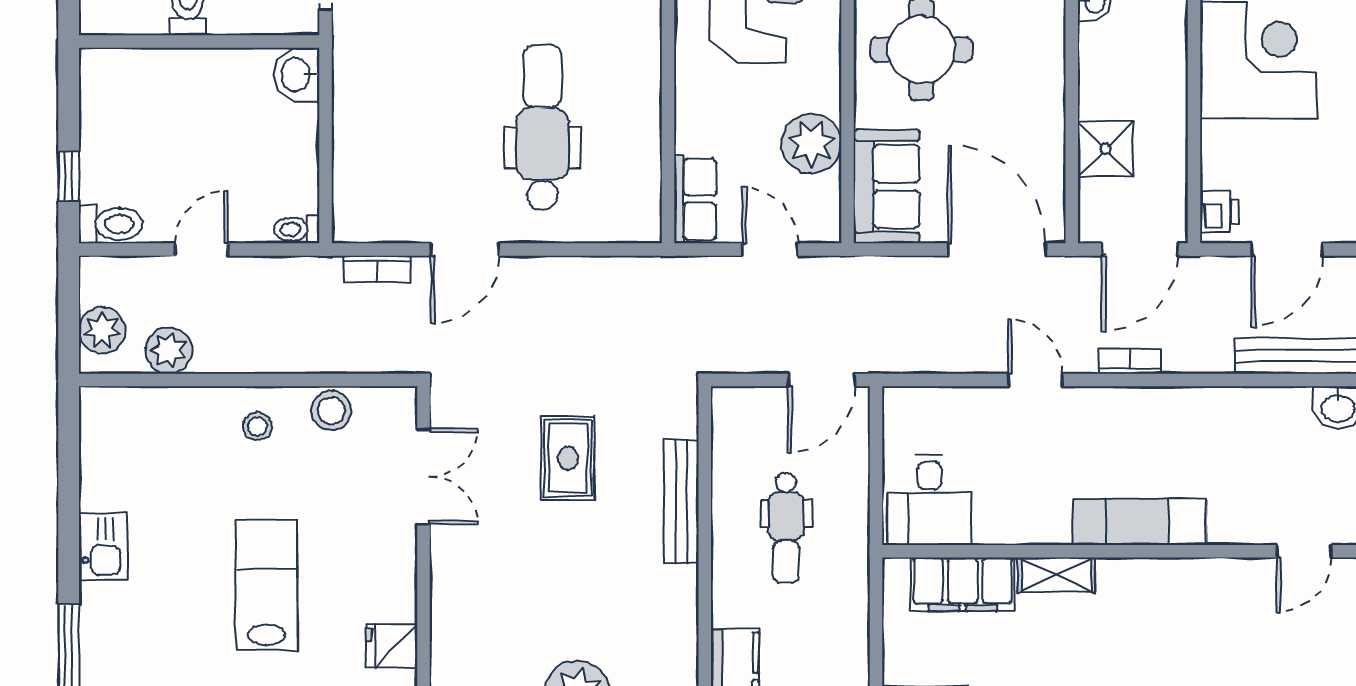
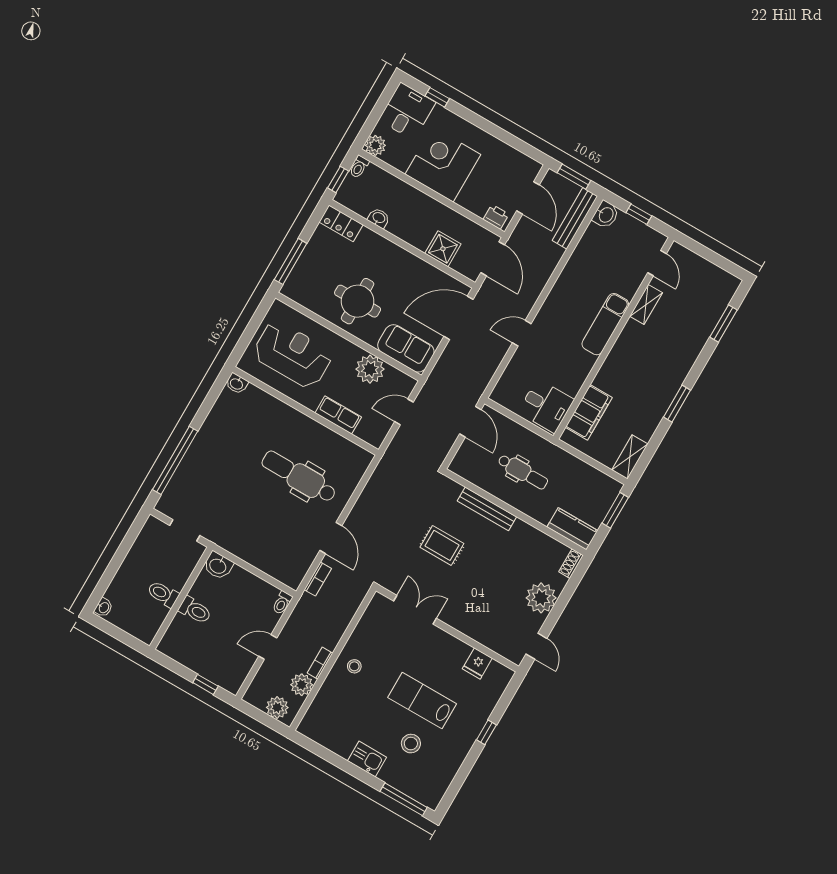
row of seats: (695, 199) -> (338, 415), moved
toilet: (111, 224) -> (195, 610), moved, turned 90
door: (201, 249) -> (268, 647), hinge flipped
bookcase: (1130, 361) -> (320, 663), moved
stool: (331, 411) -> (411, 744), moved
shelving: (1056, 575) -> (646, 304), moved

